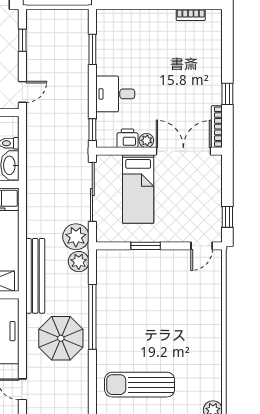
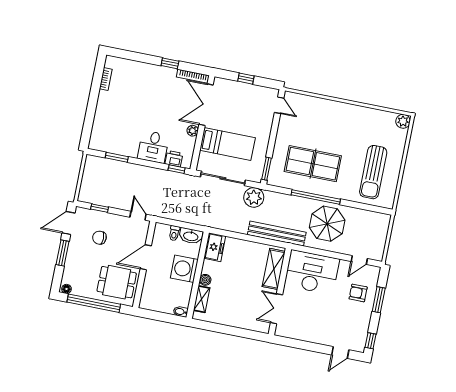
printer: (127, 138) -> (174, 159), moved, turned 90
window: (227, 217) -> (246, 79), moved
window: (146, 246) -> (266, 169), moved
plant: (79, 262) -> (273, 199), removed
table tennis table: (135, 304) -> (313, 164), added

